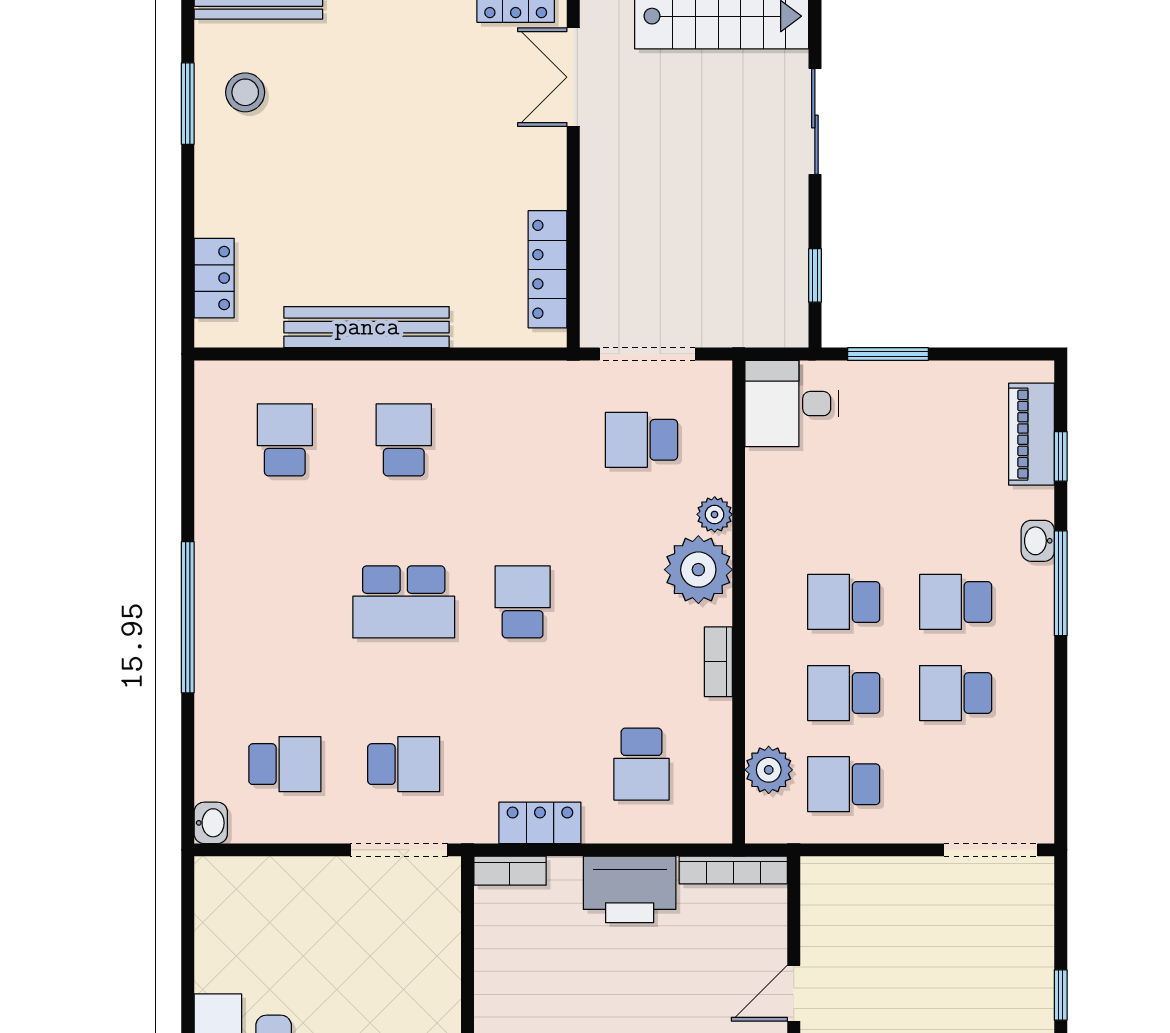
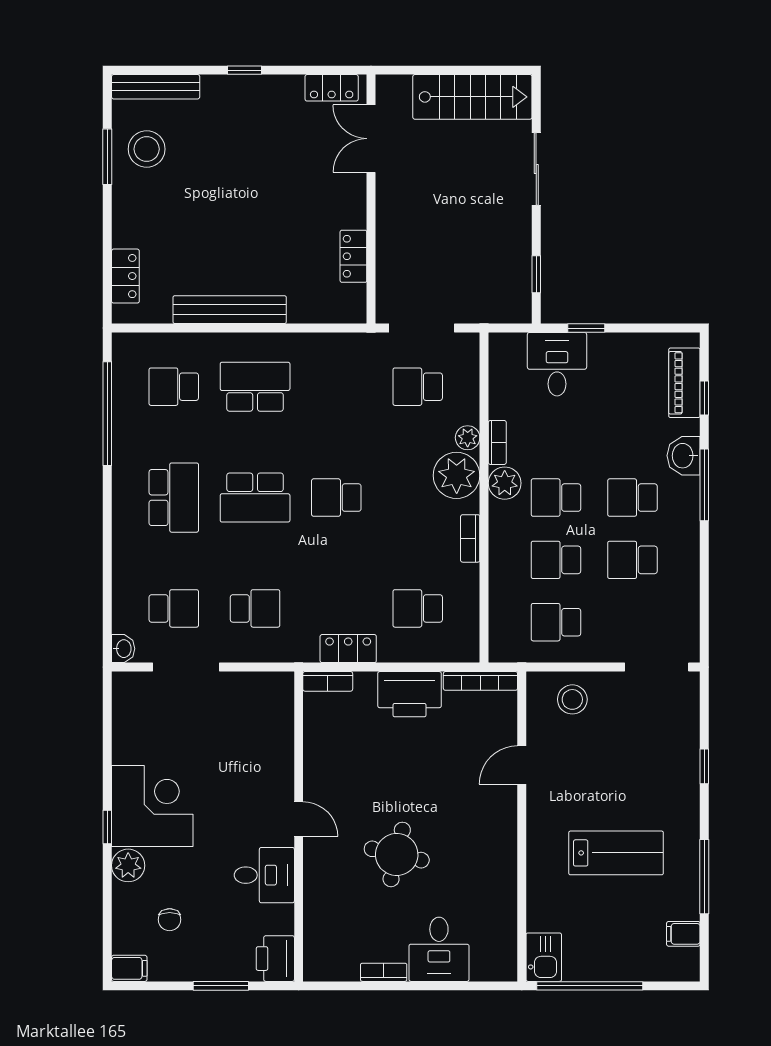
stool: (245, 92) -> (147, 149), width x1.38, depth x1.38
locker: (548, 269) -> (353, 256), width x0.66
window: (888, 354) -> (586, 328), width x0.67
desk: (792, 404) -> (557, 364), moved, turned 90
school desk: (285, 440) -> (174, 387), turned -90
school desk: (404, 440) -> (255, 387), width x1.85
bookcase: (758, 521) -> (497, 442), added
washbasin: (1038, 541) -> (684, 456), width x1.38, depth x1.45
school desk: (285, 602) -> (174, 498), added
school desk: (523, 602) -> (336, 498), turned -90
window: (188, 617) -> (107, 414), moved
school desk: (641, 764) -> (418, 608), turned 90
plant: (769, 770) -> (505, 483), moved
doorway: (399, 850) -> (186, 667), moved
stool: (868, 897) -> (572, 699), added

